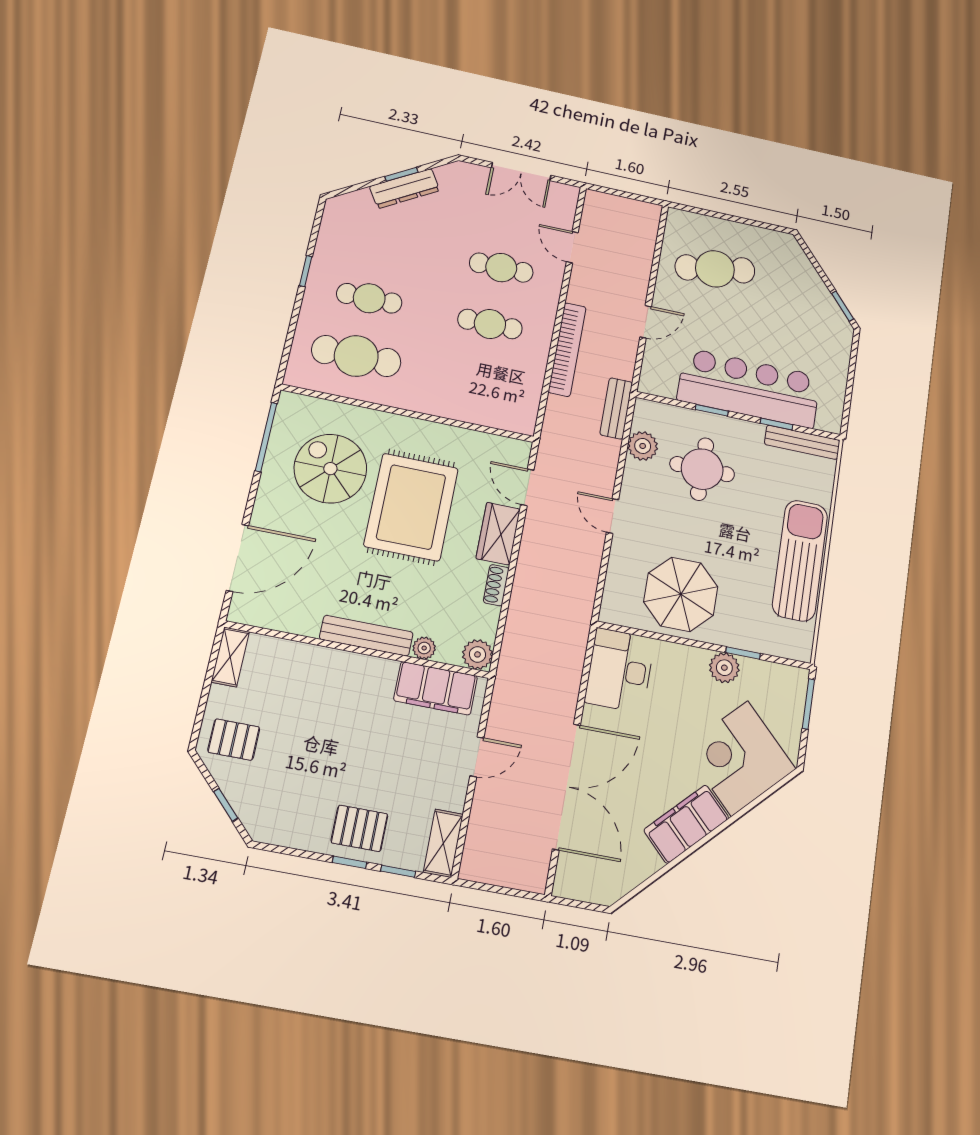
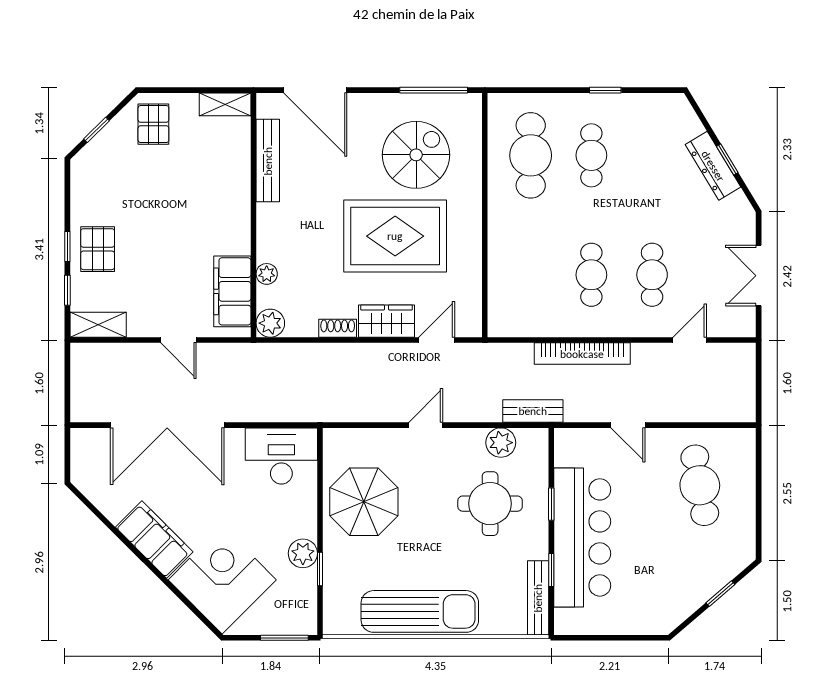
window: (843, 306) -> (720, 594), moved
bench: (366, 636) -> (268, 161), moved

